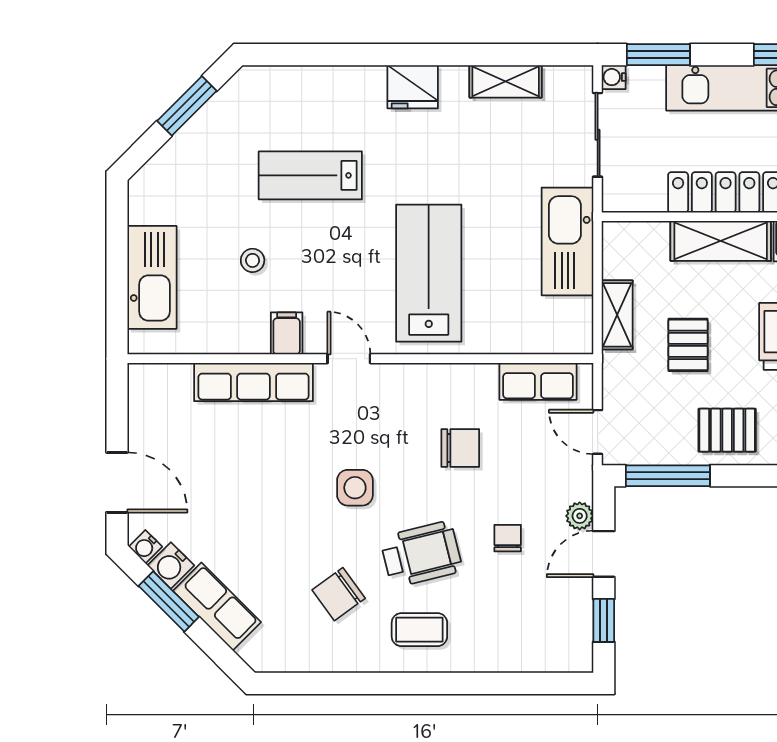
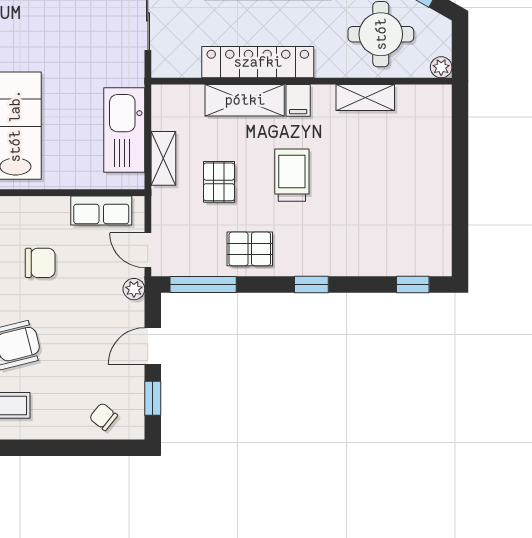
kitchen sink: (567, 242) -> (124, 130), moved
plant: (580, 516) -> (134, 289), moved
chair: (508, 538) -> (103, 417), moved, turned -51

